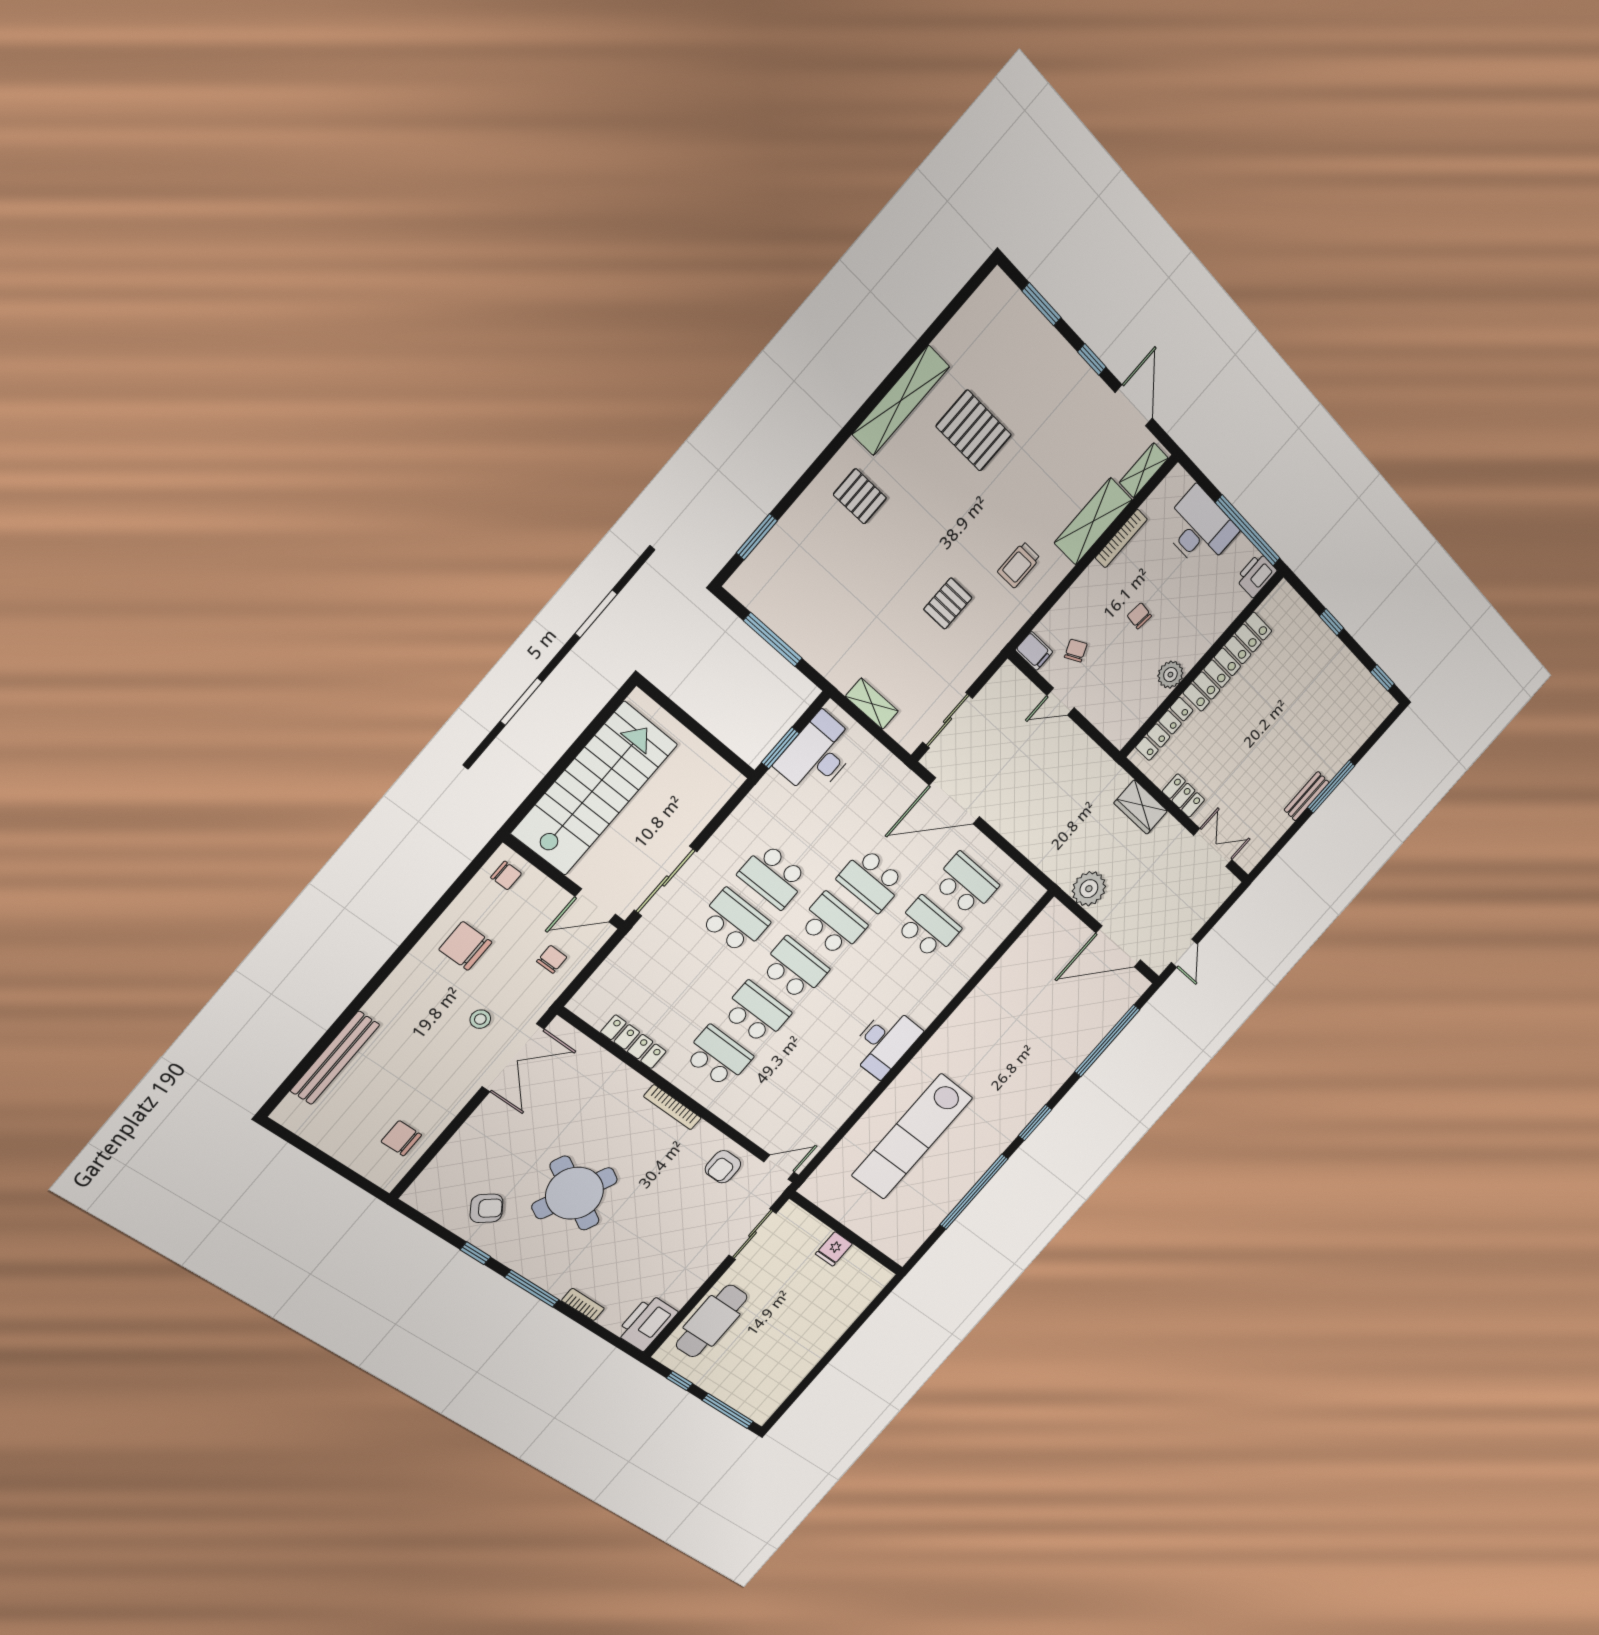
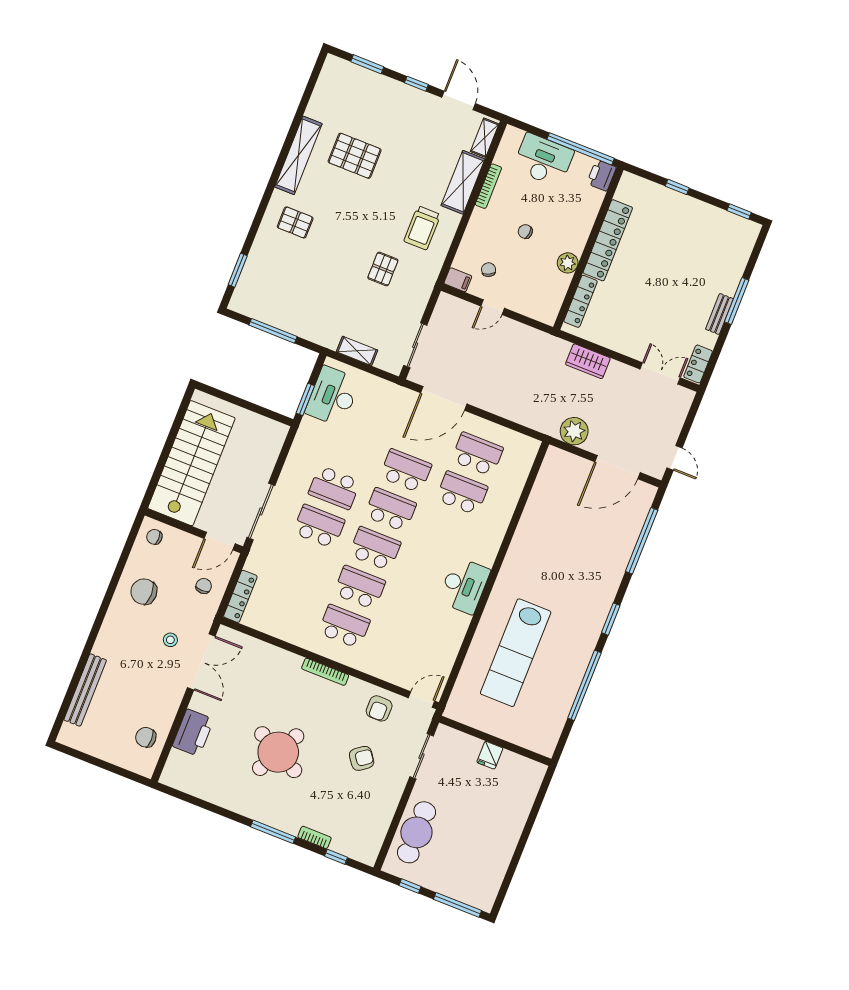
trolley: (1019, 565) -> (422, 228), width x1.36, depth x1.39
locker: (1183, 796) -> (698, 364), moved, turned -90
chair: (506, 876) -> (154, 537), turned 180
school desk: (871, 880) -> (406, 471), turned 180
locker: (633, 1042) -> (240, 596), moved, turned 90
armchair: (486, 1208) -> (362, 758), moved
window: (475, 1253) -> (336, 857), moved
printer: (647, 1323) -> (193, 733), moved, turned 180

